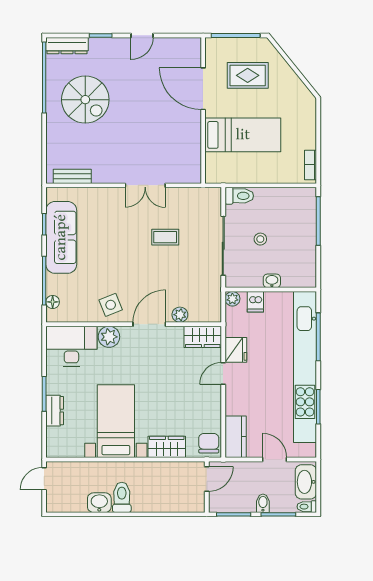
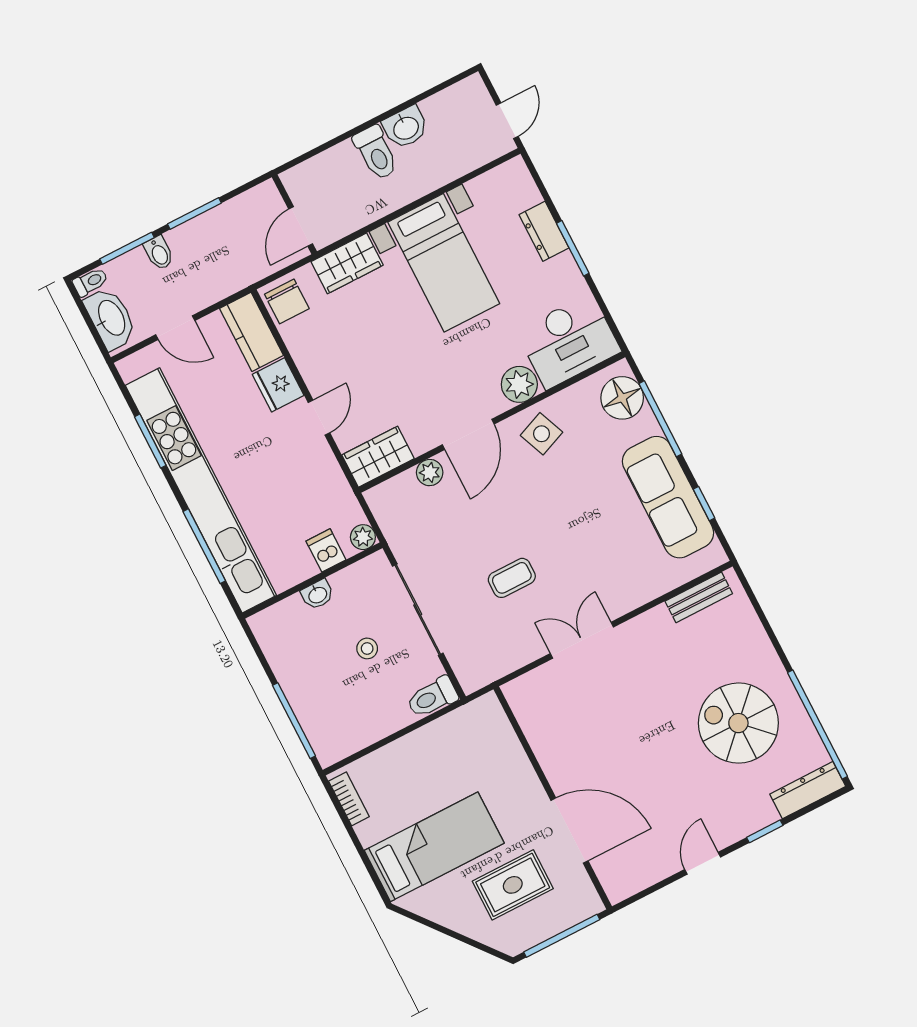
bed: (243, 135) -> (434, 847), moved, turned 180
floor lamp: (53, 302) -> (622, 398), width x1.89, depth x1.89
fridge: (236, 350) -> (278, 385), moved
door: (207, 479) -> (301, 226), moved
wall: (207, 487) -> (294, 214), moved

